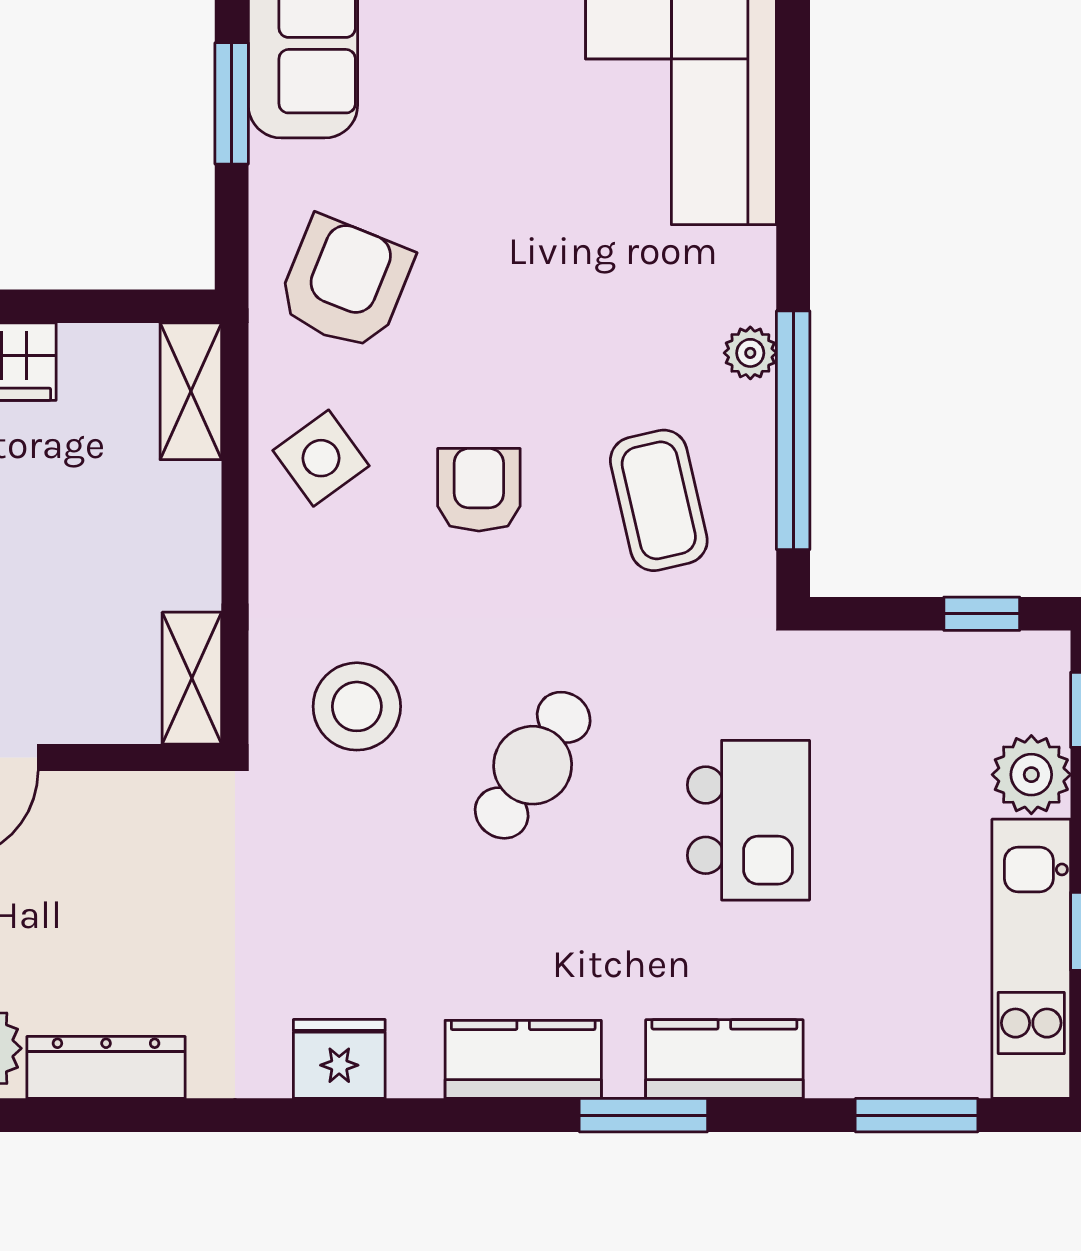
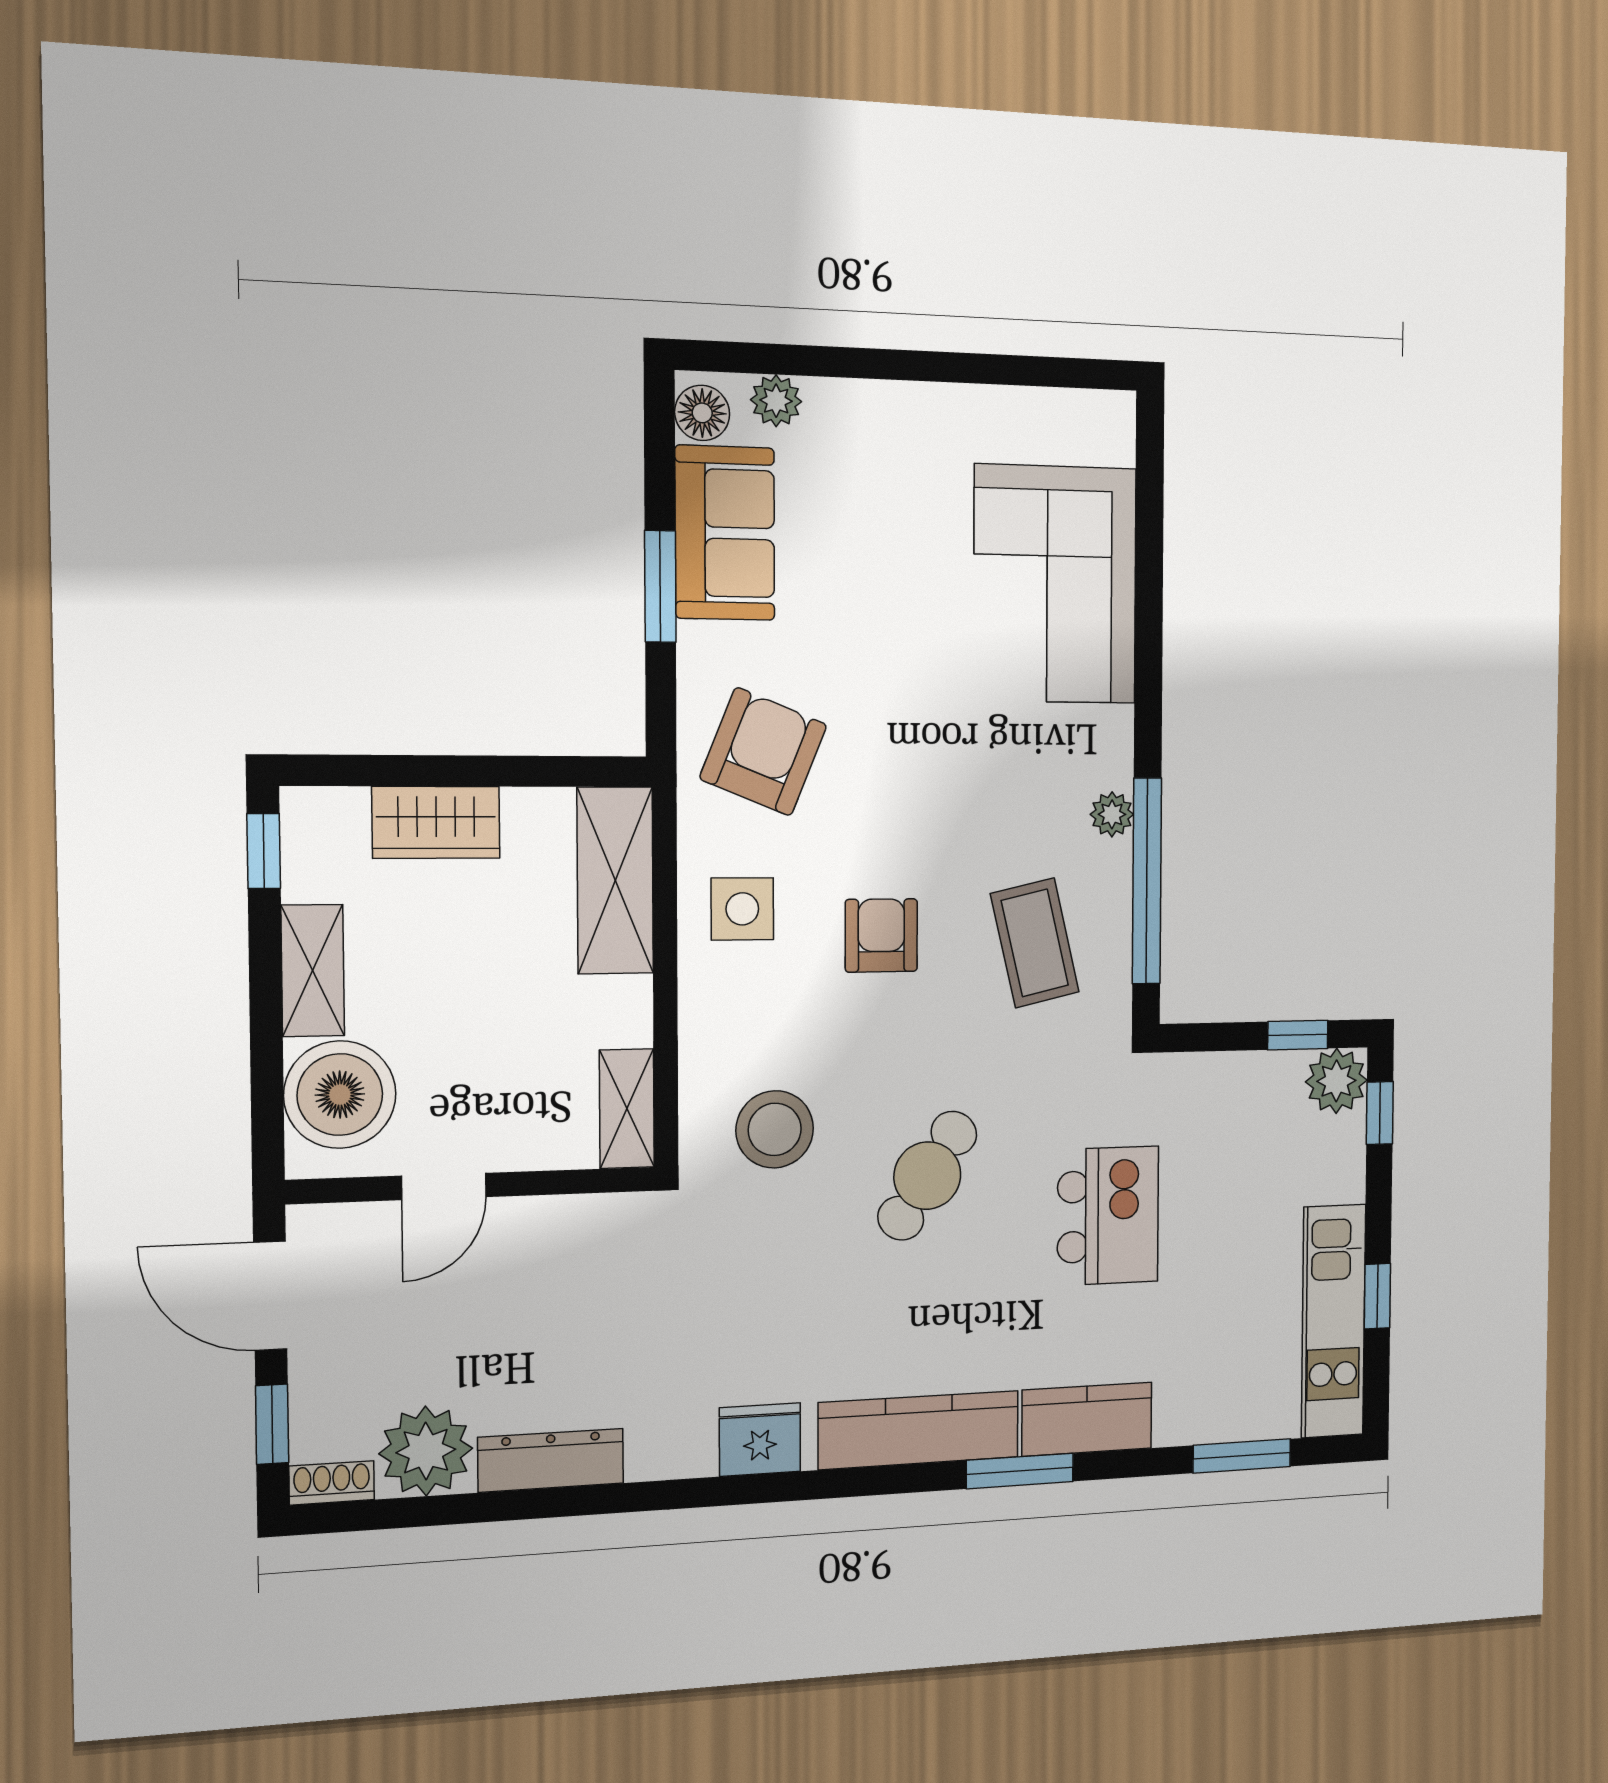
shelving: (191, 391) -> (615, 880), width x1.50, depth x1.33
side table: (321, 458) -> (742, 909), turned 36
plant: (1031, 775) -> (1336, 1081), moved
kitchen counter: (523, 1059) -> (919, 1430), width x1.50

